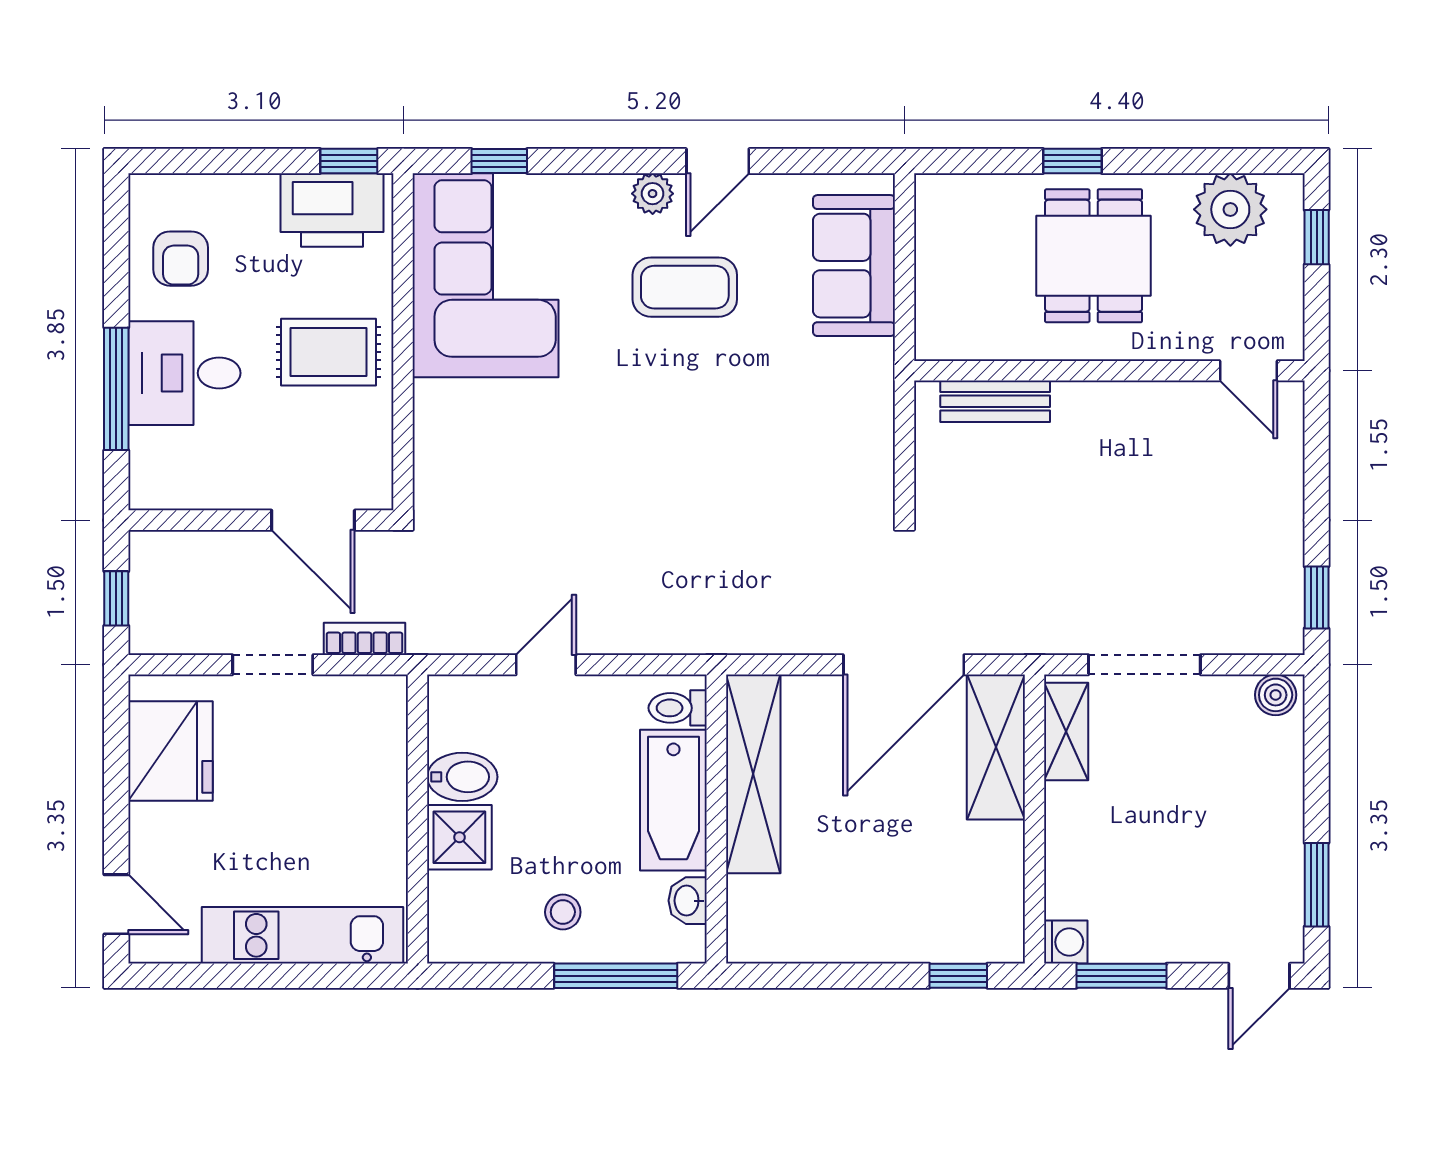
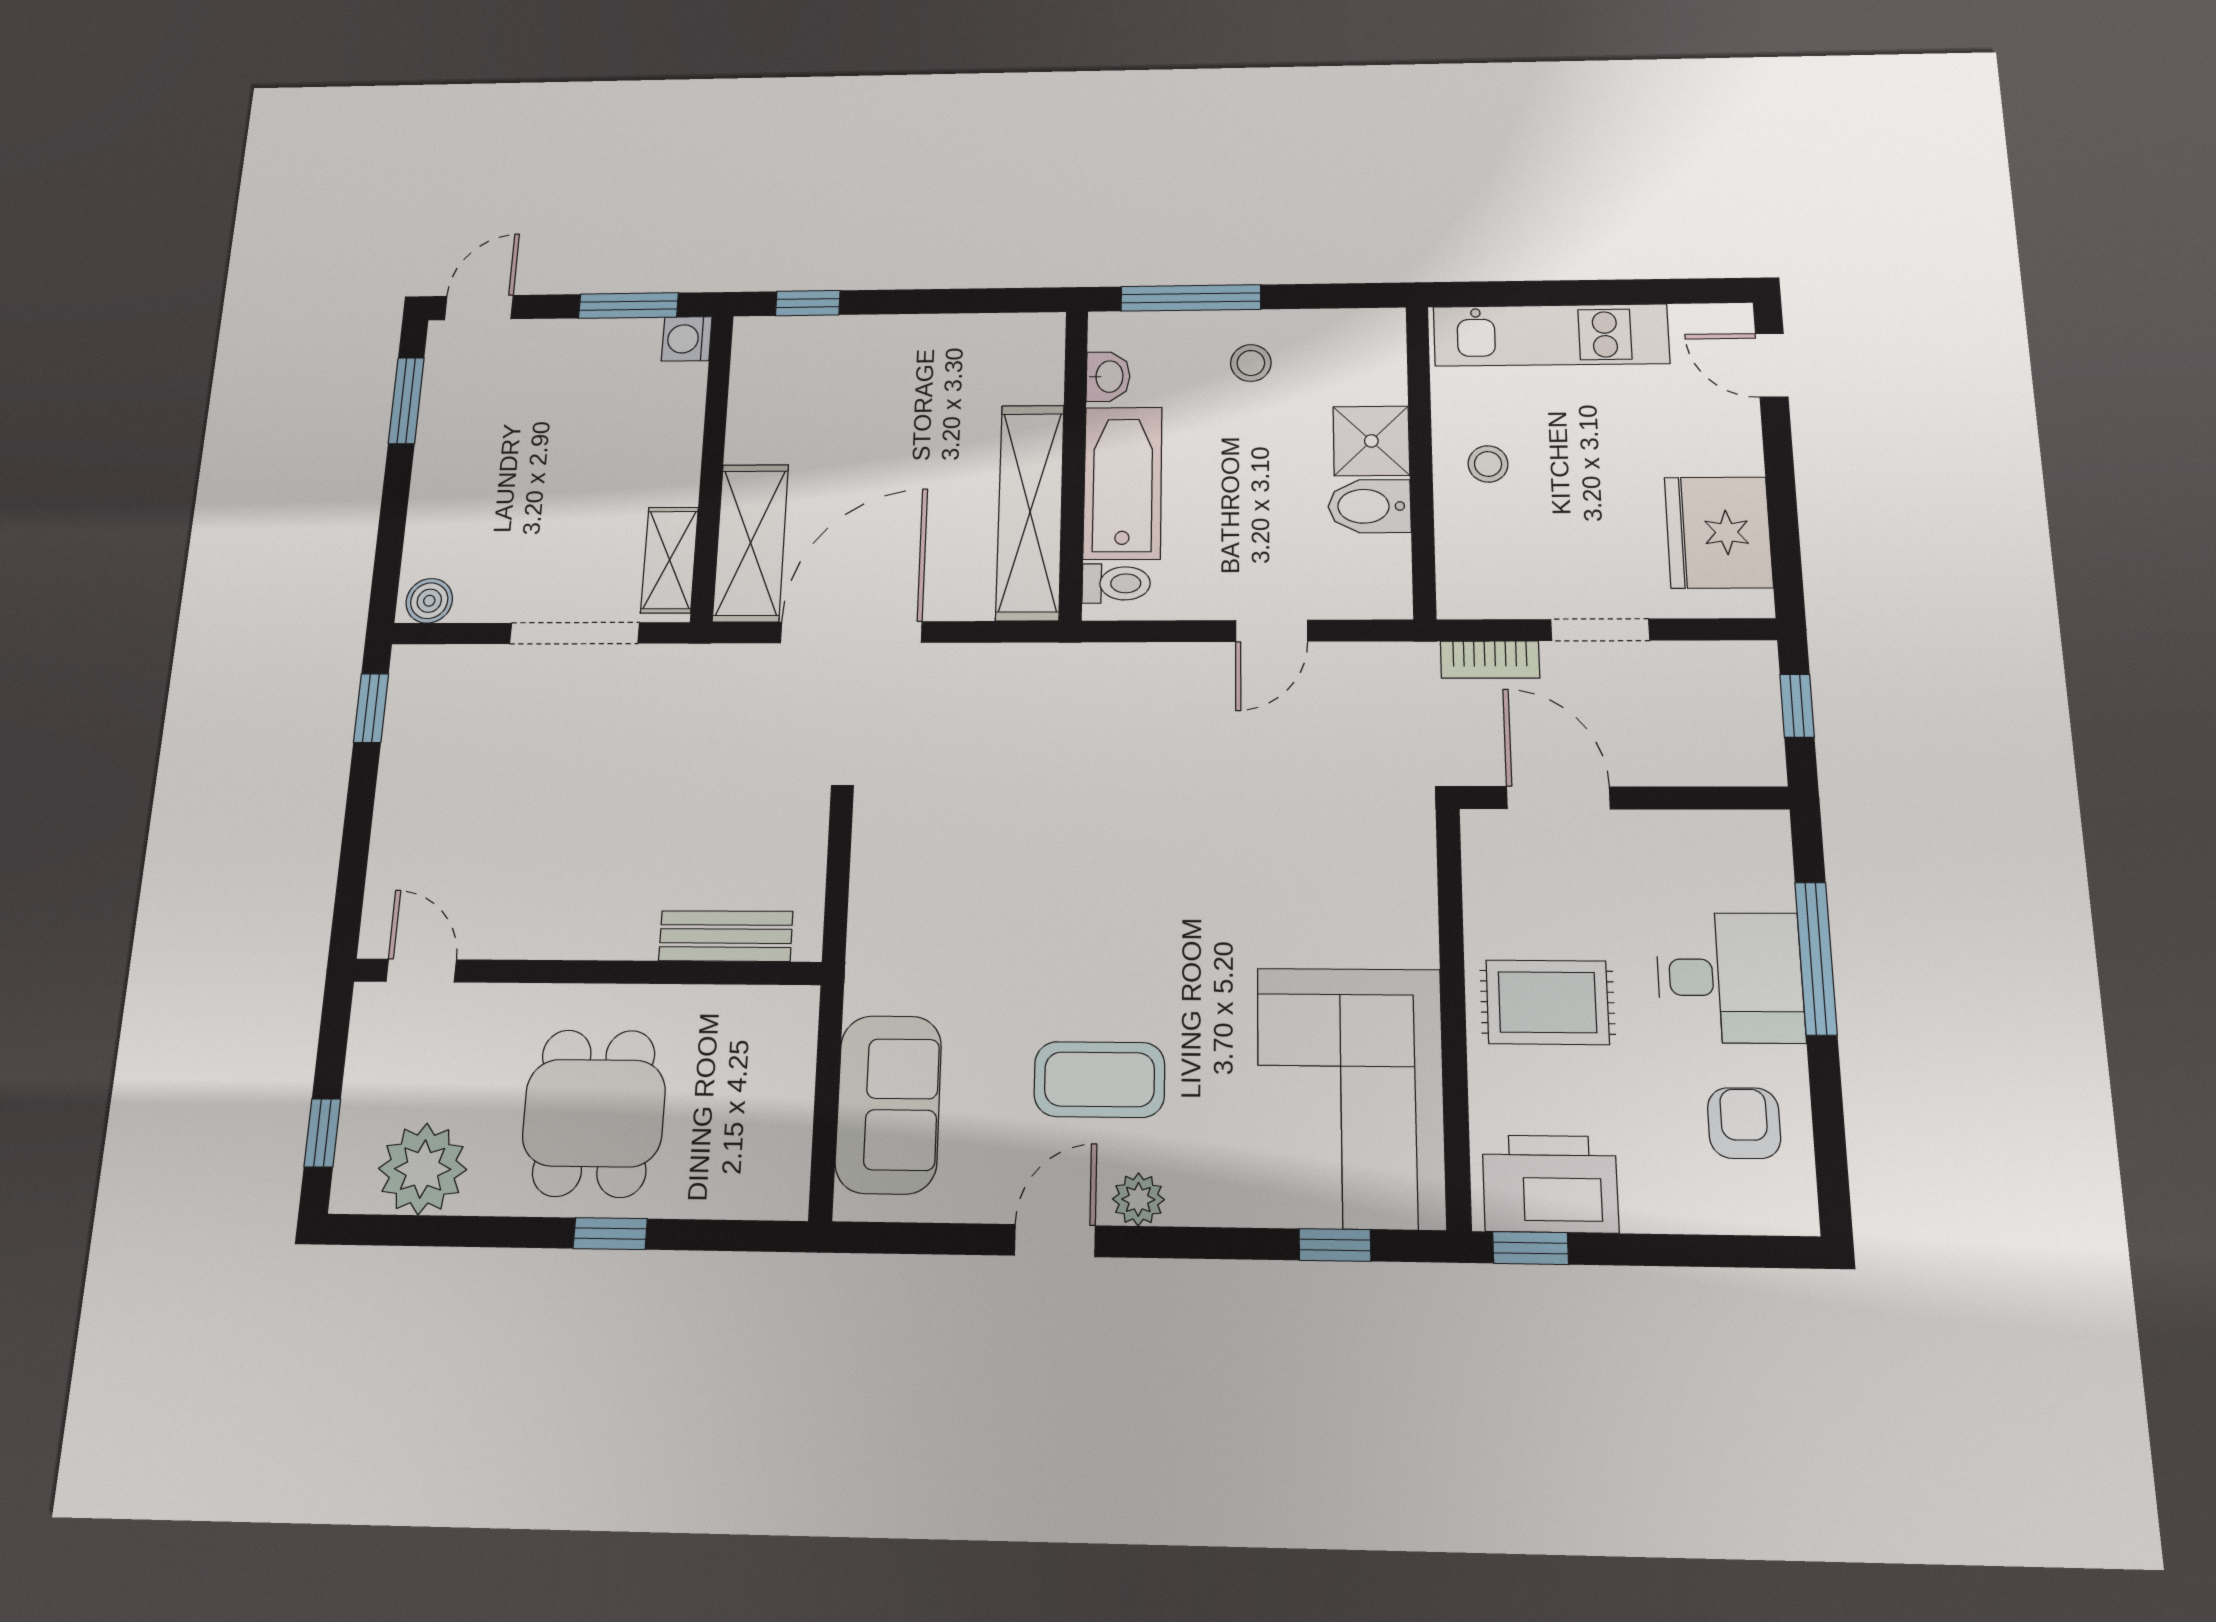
stool: (361, 815) -> (1488, 464), added

